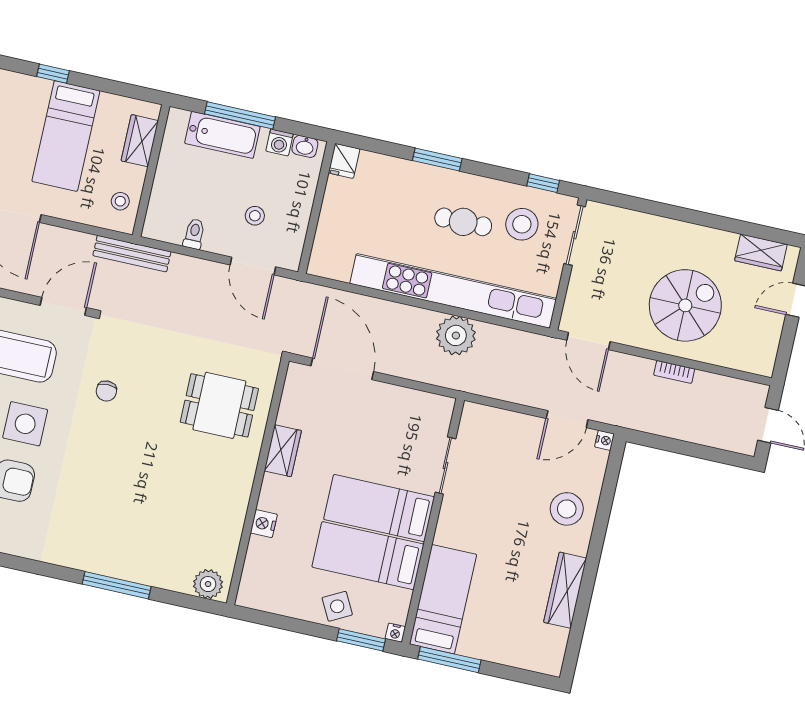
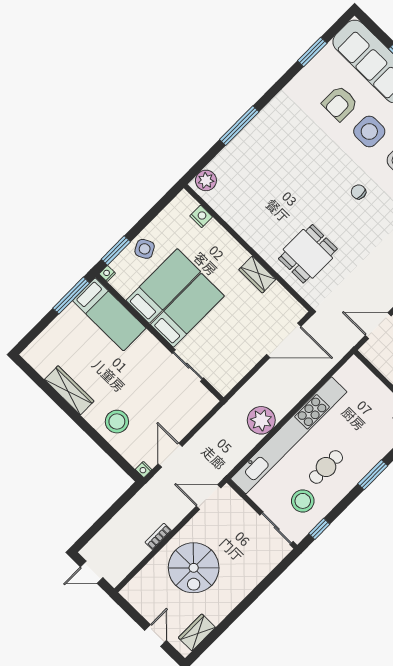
nightstand: (264, 524) -> (201, 216), moved

